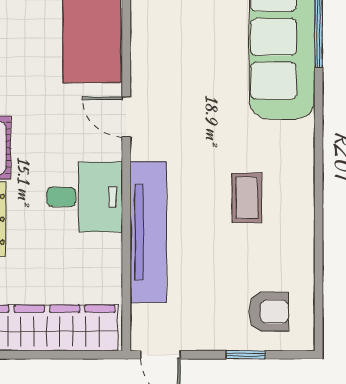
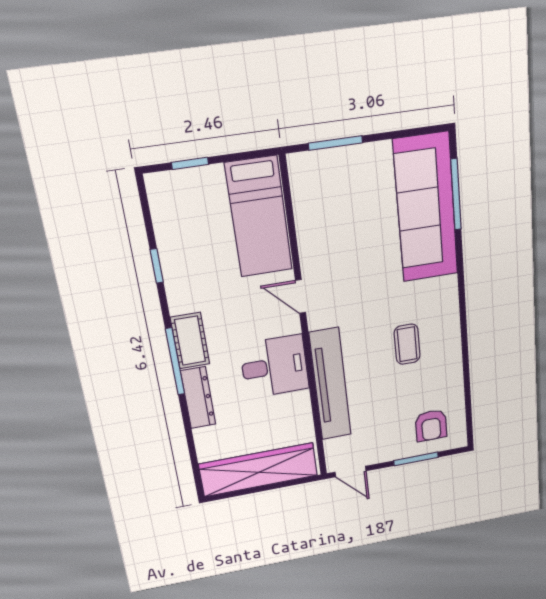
armchair: (269, 312) -> (431, 425), turned 90
window: (246, 355) -> (416, 459), width x1.50

